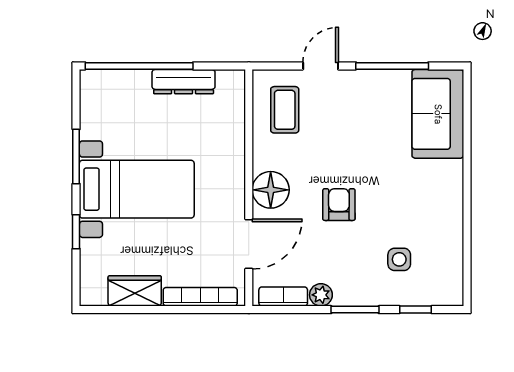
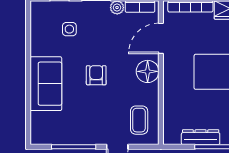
sofa: (438, 114) -> (46, 84), moved
armchair: (339, 205) -> (96, 75), moved, turned 180

